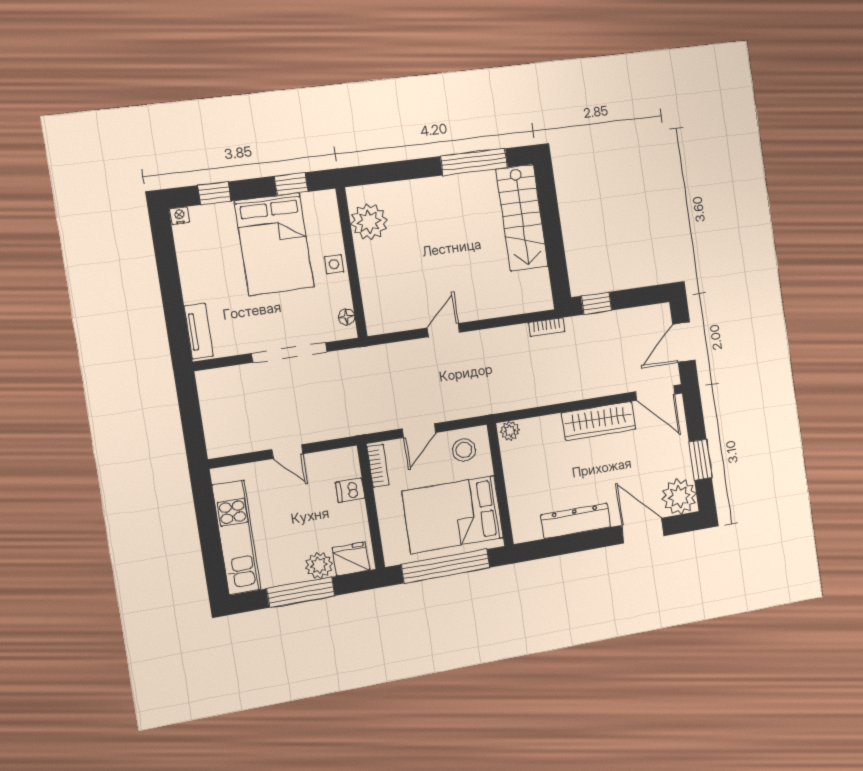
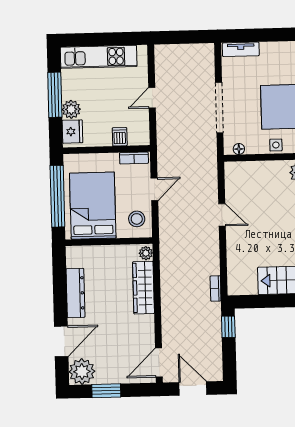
wardrobe: (599, 421) -> (143, 288), moved
door: (419, 431) -> (154, 189), swing flipped

